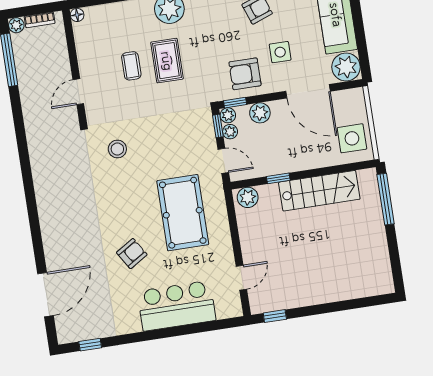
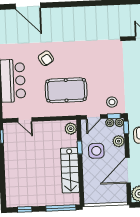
side table: (352, 138) -> (96, 151), moved
stool: (117, 149) -> (112, 102), moved
window: (395, 261) -> (25, 209), added

